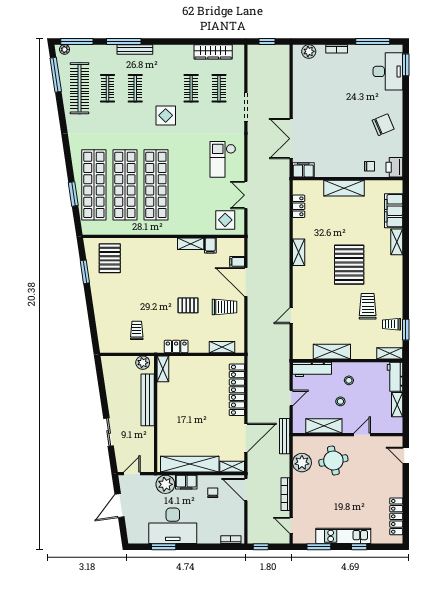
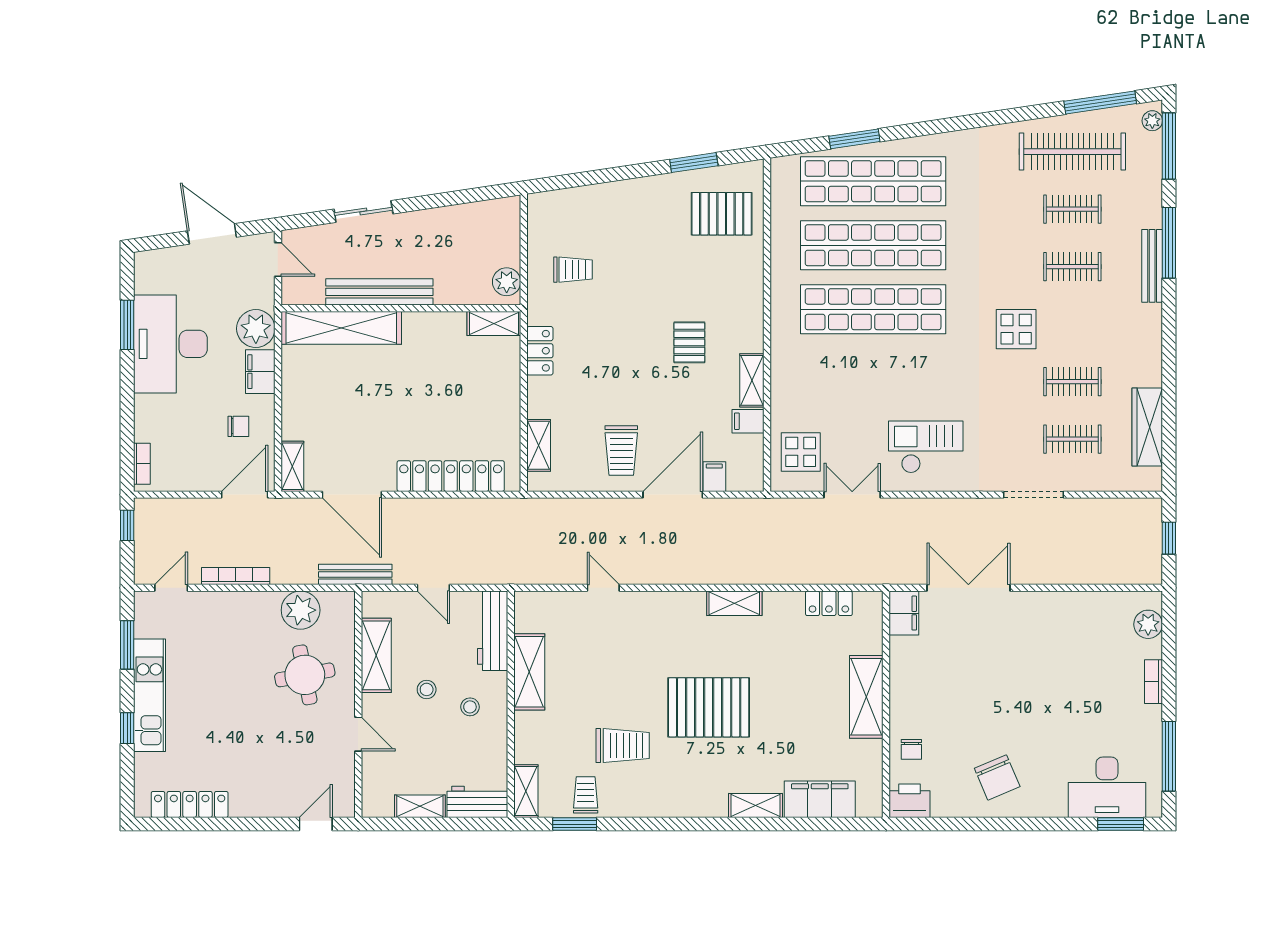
pallet: (188, 305) -> (689, 342), moved
bench: (148, 400) -> (379, 292), moved
shelving: (190, 464) -> (341, 328), moved, turned 90

